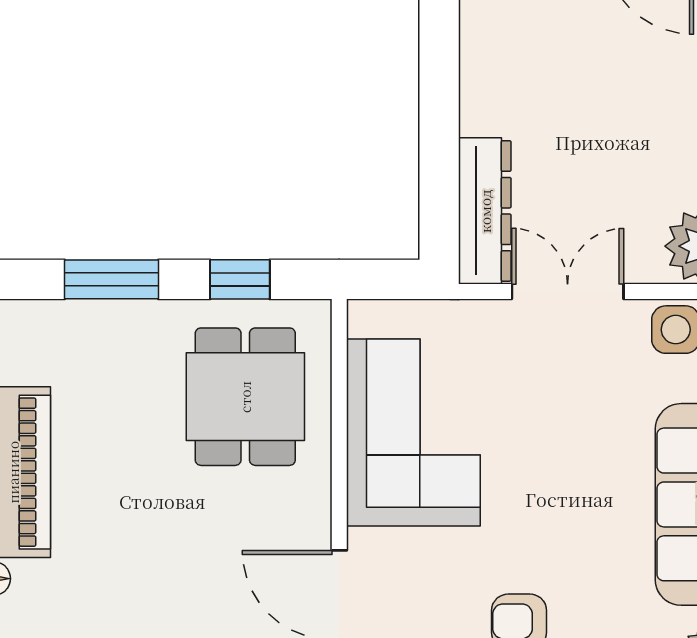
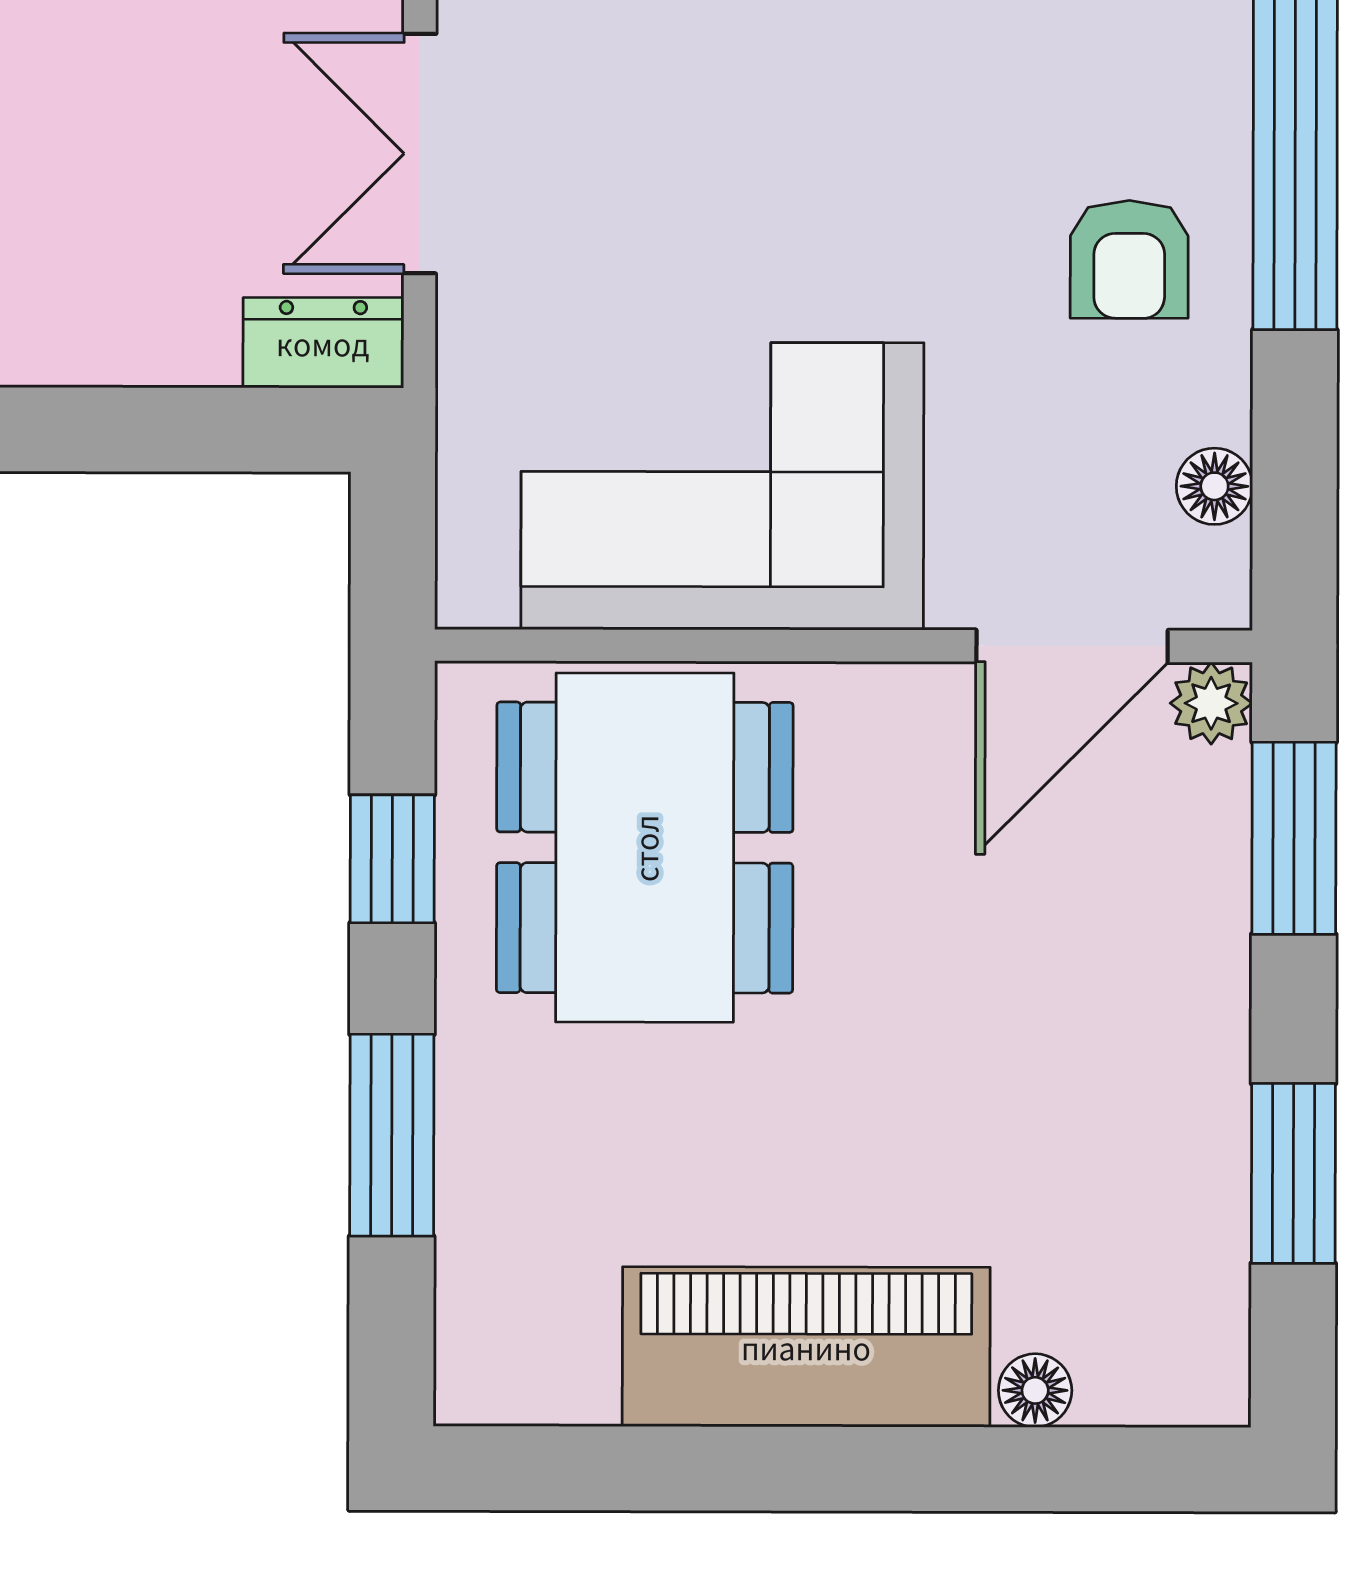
dresser: (485, 211) -> (323, 343), width x0.51, depth x0.80
dining table: (245, 397) -> (645, 848), width x1.38

